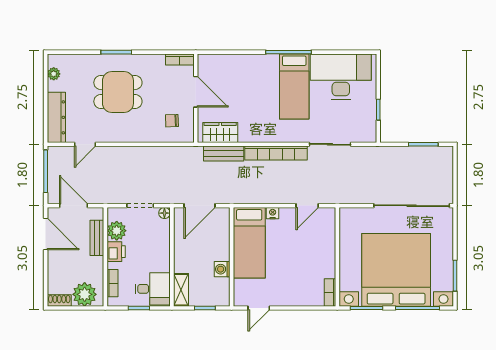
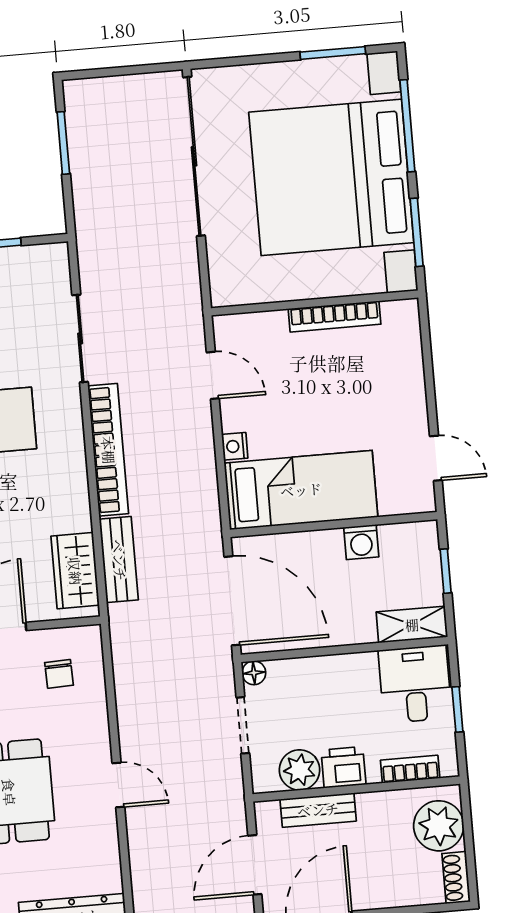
door: (85, 144) -> (118, 785), moved
door: (199, 206) -> (232, 601), width x1.36
bookcase: (330, 292) -> (334, 316), moved, width x1.56

